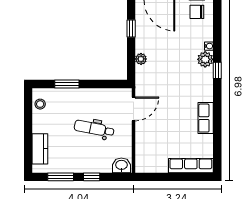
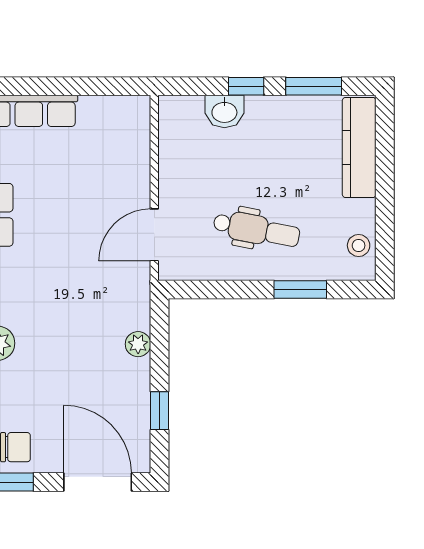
dental chair: (94, 129) -> (257, 230), moved
kitchen counter: (40, 149) -> (359, 147), width x1.50
washbasin: (121, 165) -> (224, 111), moved

